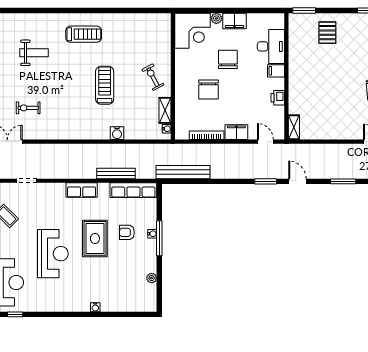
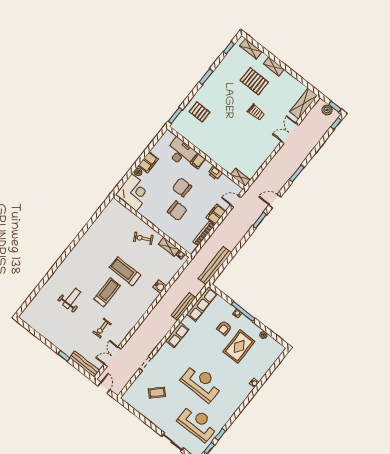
treadmill: (84, 34) -> (107, 292), moved
chair: (228, 59) -> (182, 187), moved
rug: (95, 238) -> (239, 347), moved, turned 90

